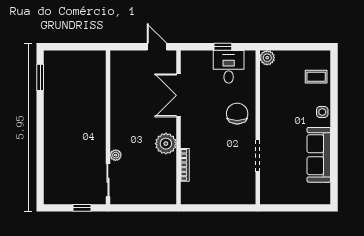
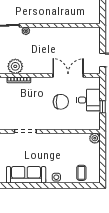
desk: (229, 67) -> (88, 100), moved
chair: (237, 114) -> (61, 102), moved
plant: (166, 144) -> (15, 66), moved

